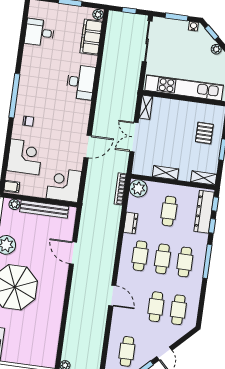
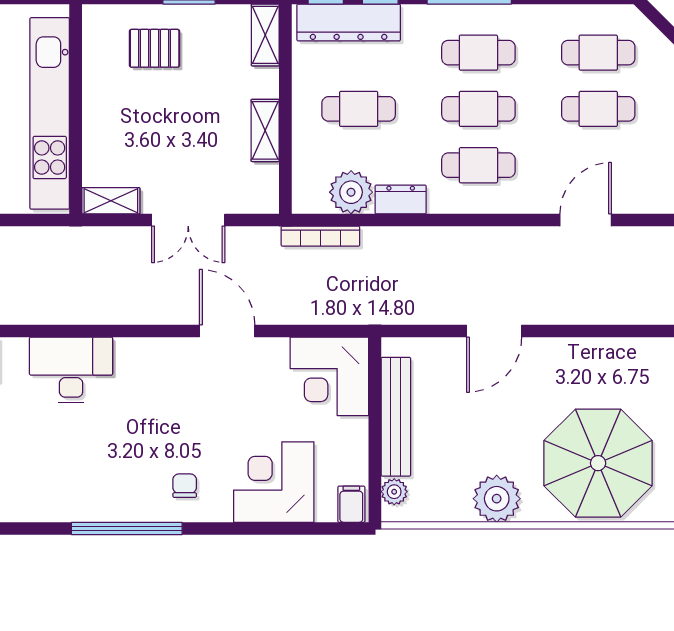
plant: (138, 188) -> (351, 192), moved

